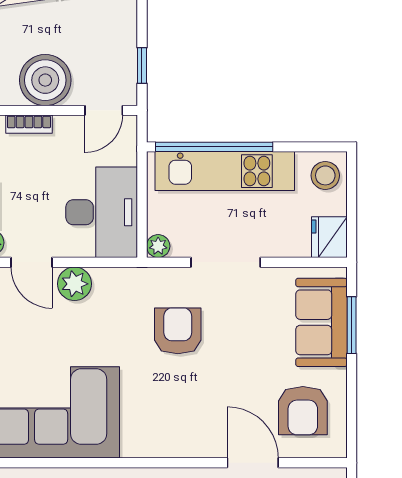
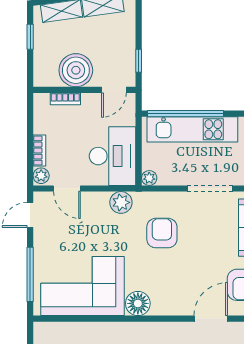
doorway: (226, 262) -> (210, 188), moved
plant: (74, 284) -> (121, 202), moved
floor lamp: (141, 439) -> (138, 303), added
door: (253, 463) -> (211, 319), hinge flipped

